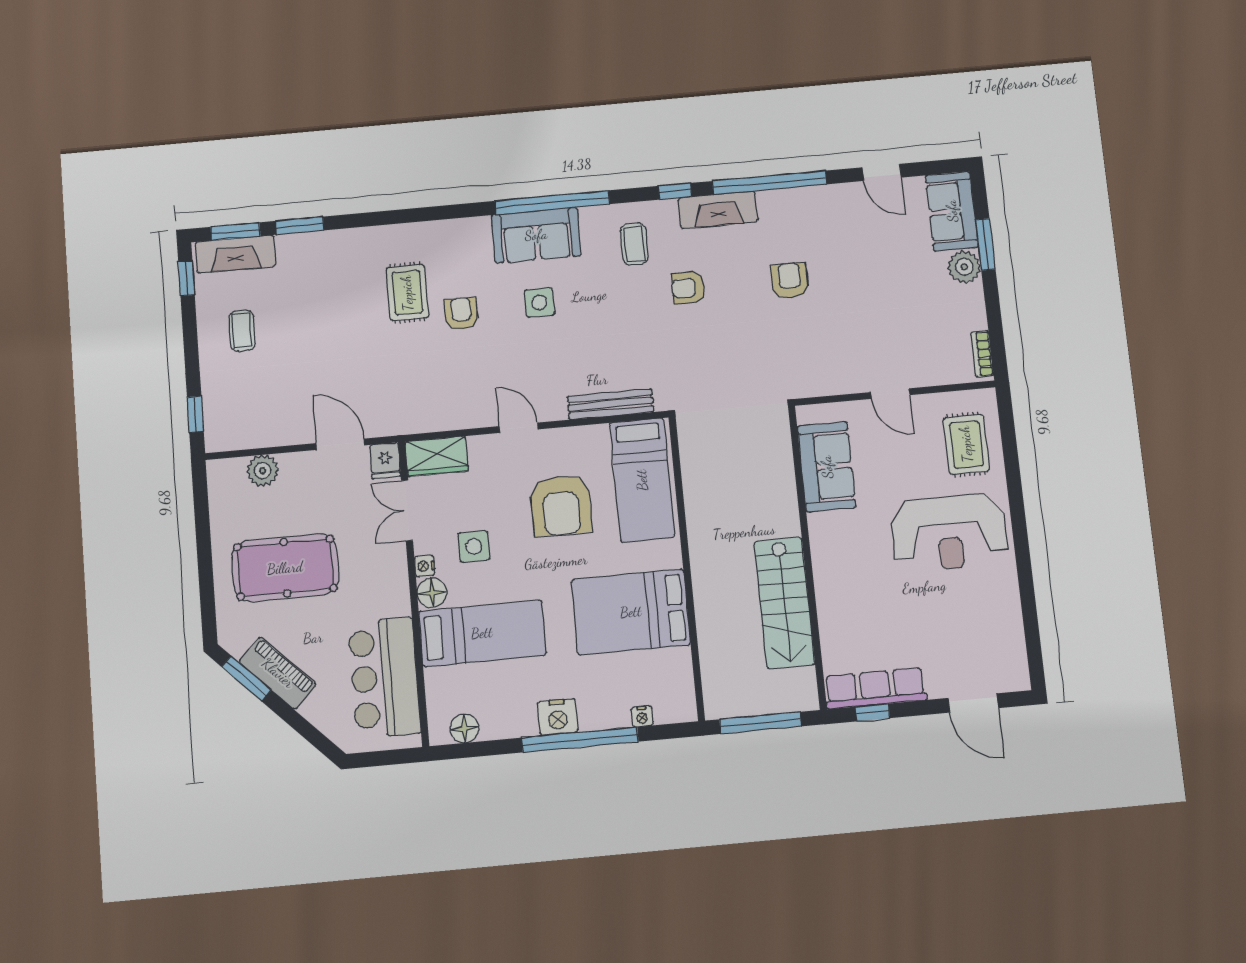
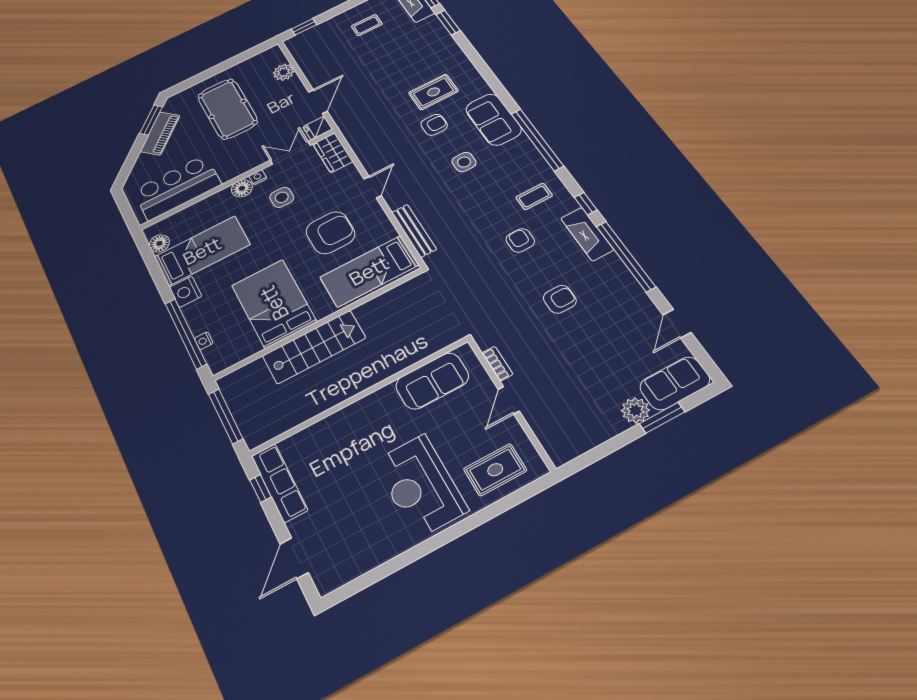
sofa: (536, 235) -> (494, 120), moved
bookcase: (982, 354) -> (497, 364), moved, turned 90
armchair: (561, 505) -> (330, 233), turned 180
stairs: (784, 603) -> (314, 347), moved, turned 180
bed: (482, 633) -> (202, 251), moved, turned -90
window: (580, 740) -> (186, 334), moved

